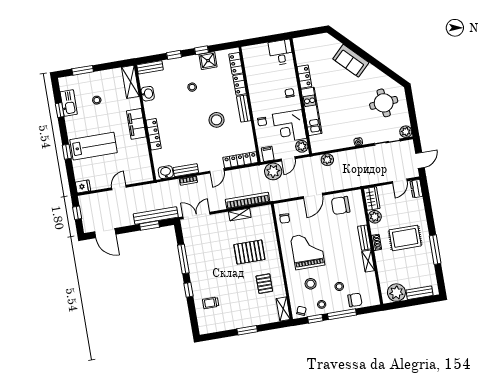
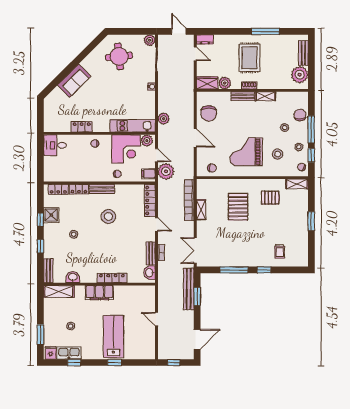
kitchen unit: (311, 111) -> (133, 126), moved
fridge: (83, 186) -> (51, 353), moved

